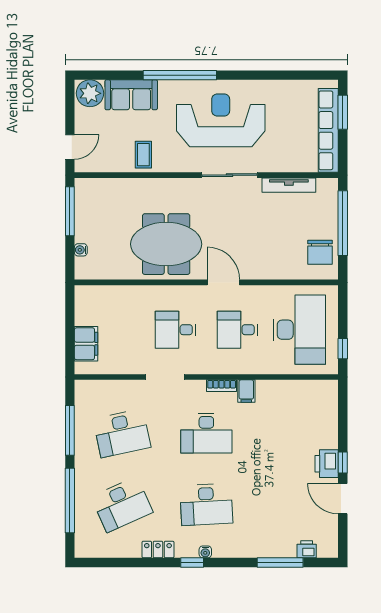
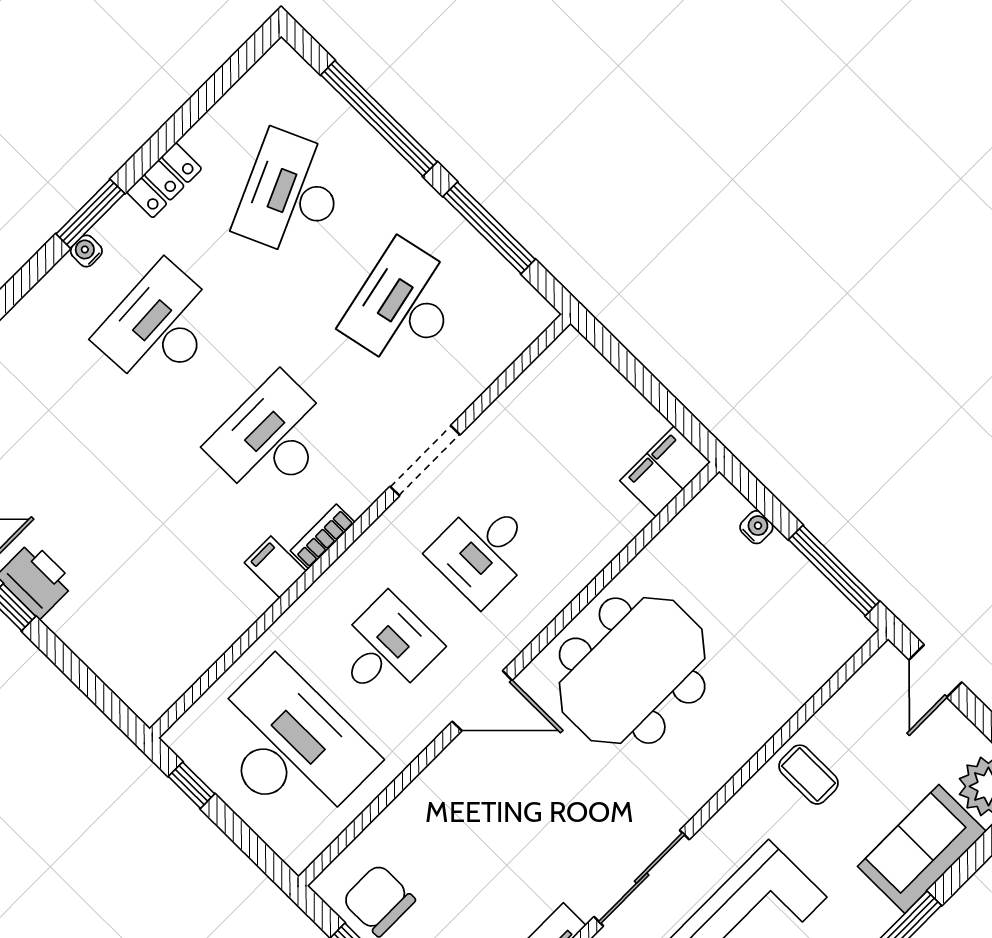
desk: (175, 330) -> (483, 551), turned 180
desk: (299, 330) -> (289, 746), turned 180
filing cabinet: (86, 344) -> (665, 471), moved, turned 90
window: (192, 562) -> (90, 214), width x1.50

